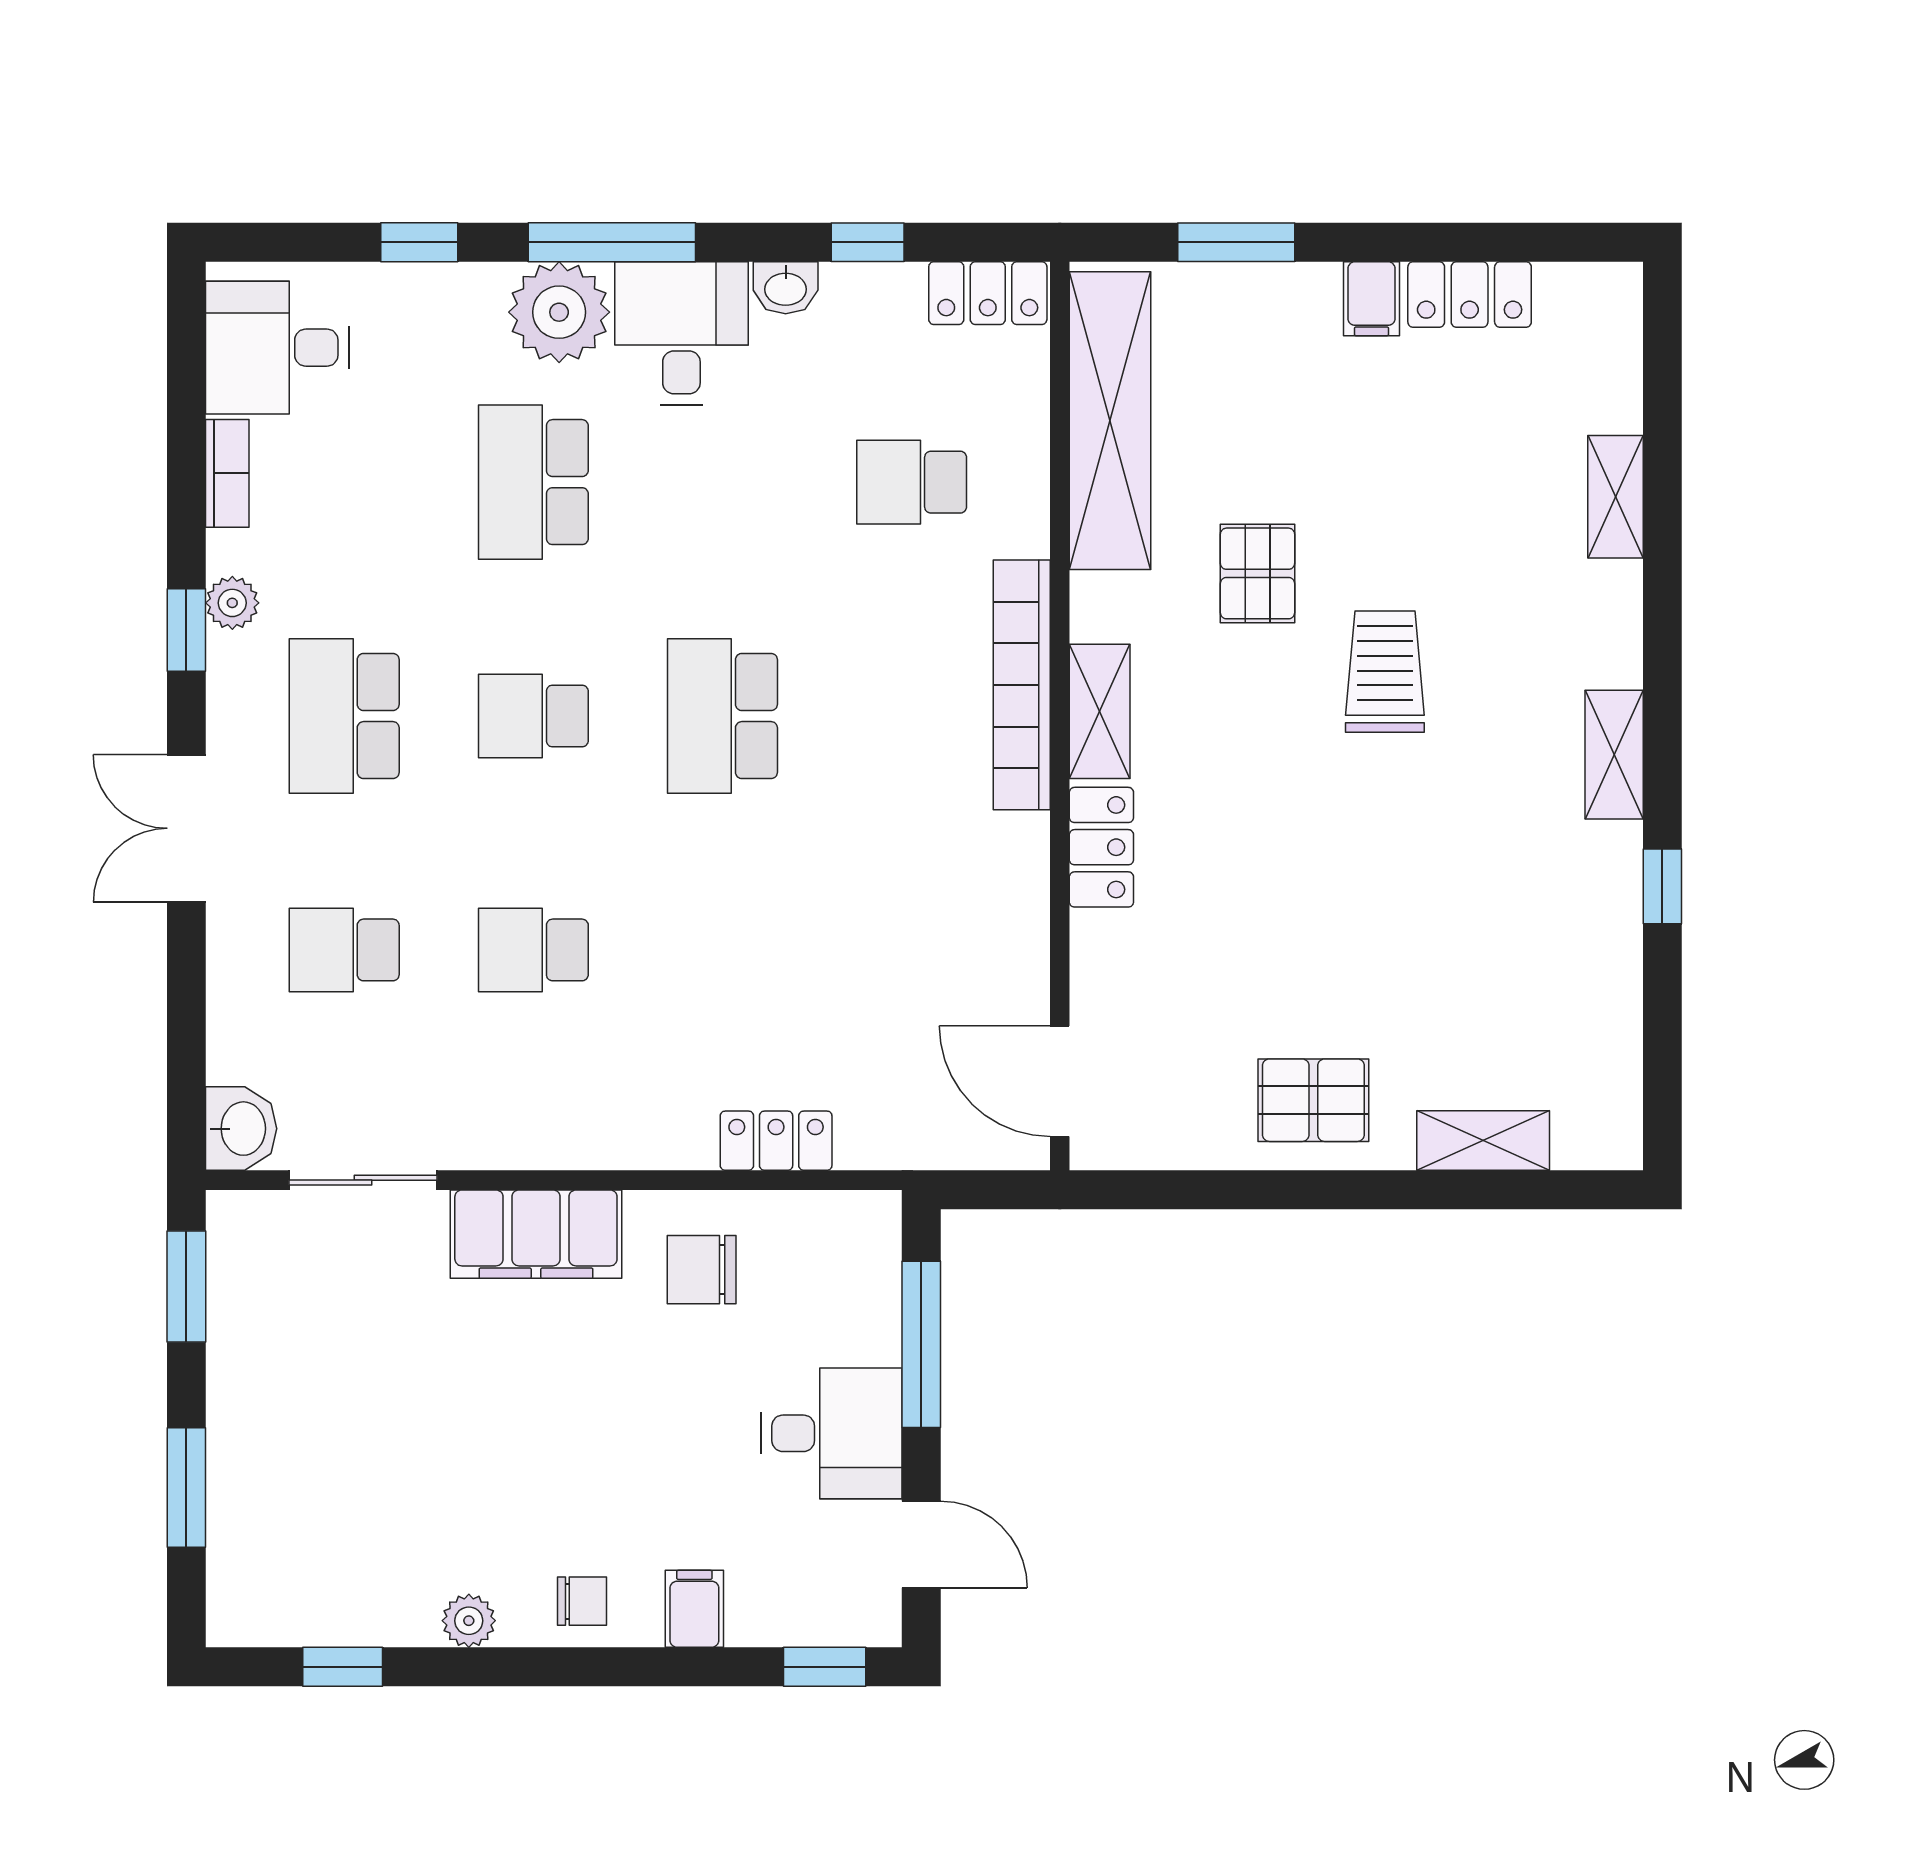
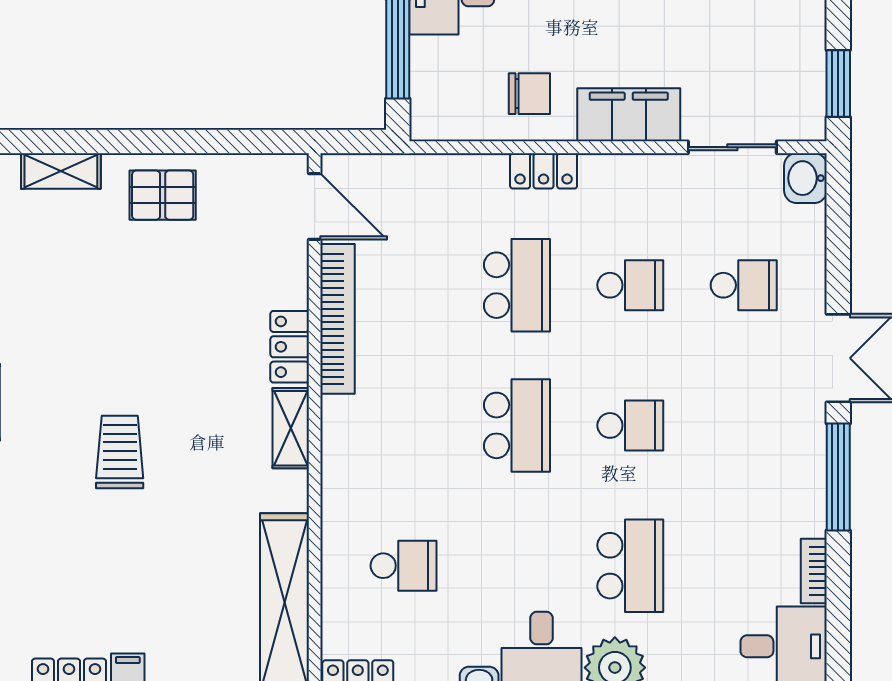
pallet: (1257, 573) -> (196, 511), removed
plant: (232, 603) -> (811, 493), removed
window: (186, 630) -> (838, 477), width x2.17
trolley: (1385, 672) -> (120, 452), turned 180
bookcase: (1022, 685) -> (338, 319), moved
school desk: (344, 716) -> (517, 285), moved
locker: (776, 1141) -> (544, 171), moved

